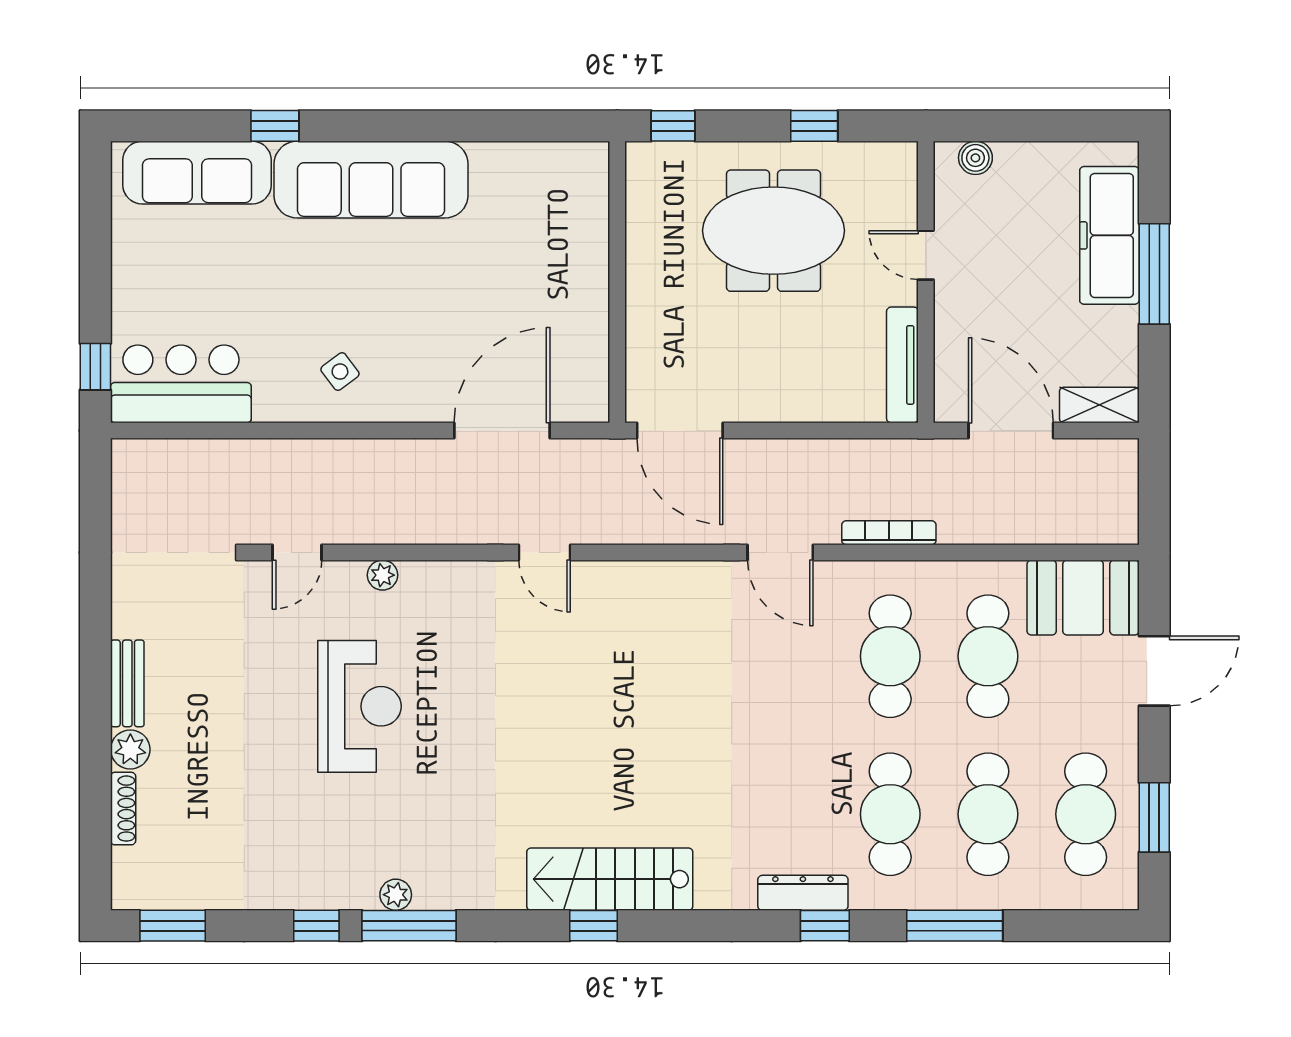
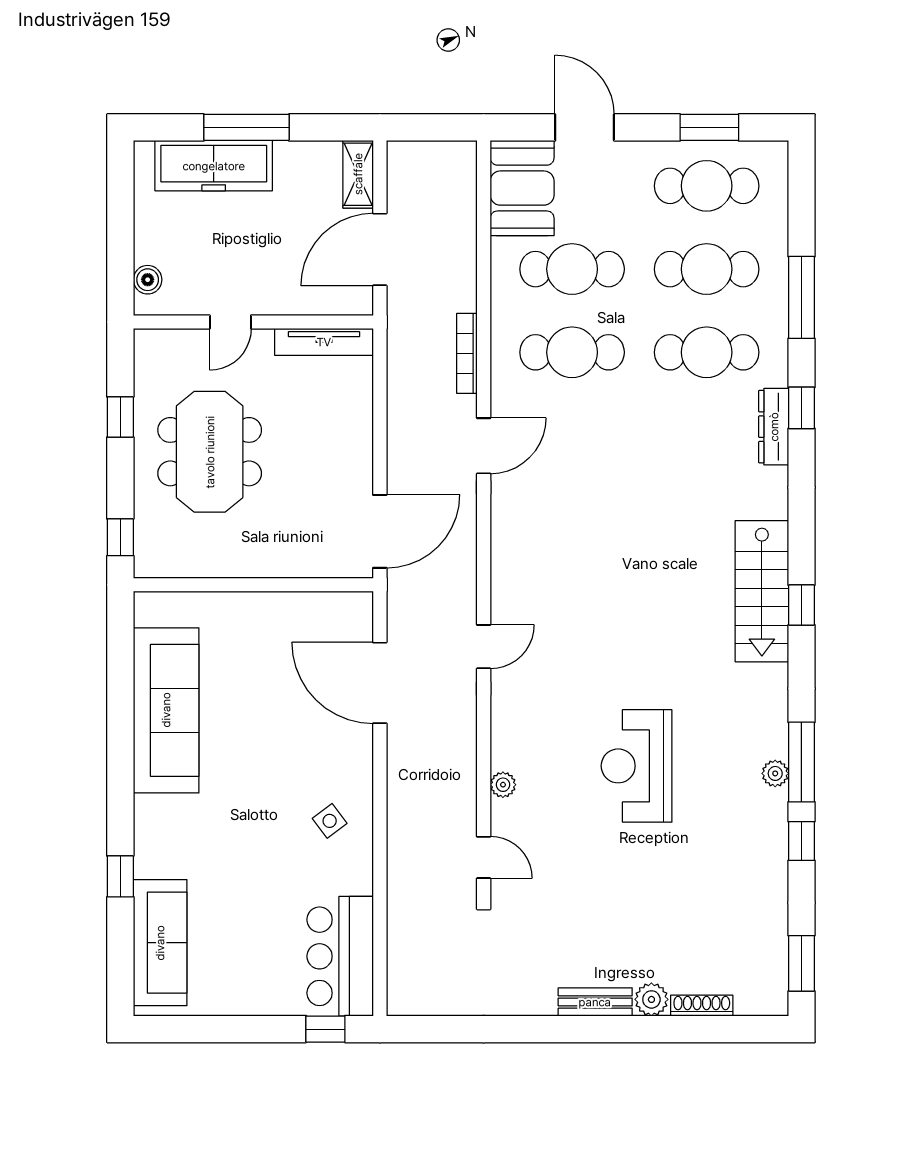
sofa: (371, 180) -> (166, 710), moved
reception desk: (360, 706) -> (637, 766), moved, turned -90

